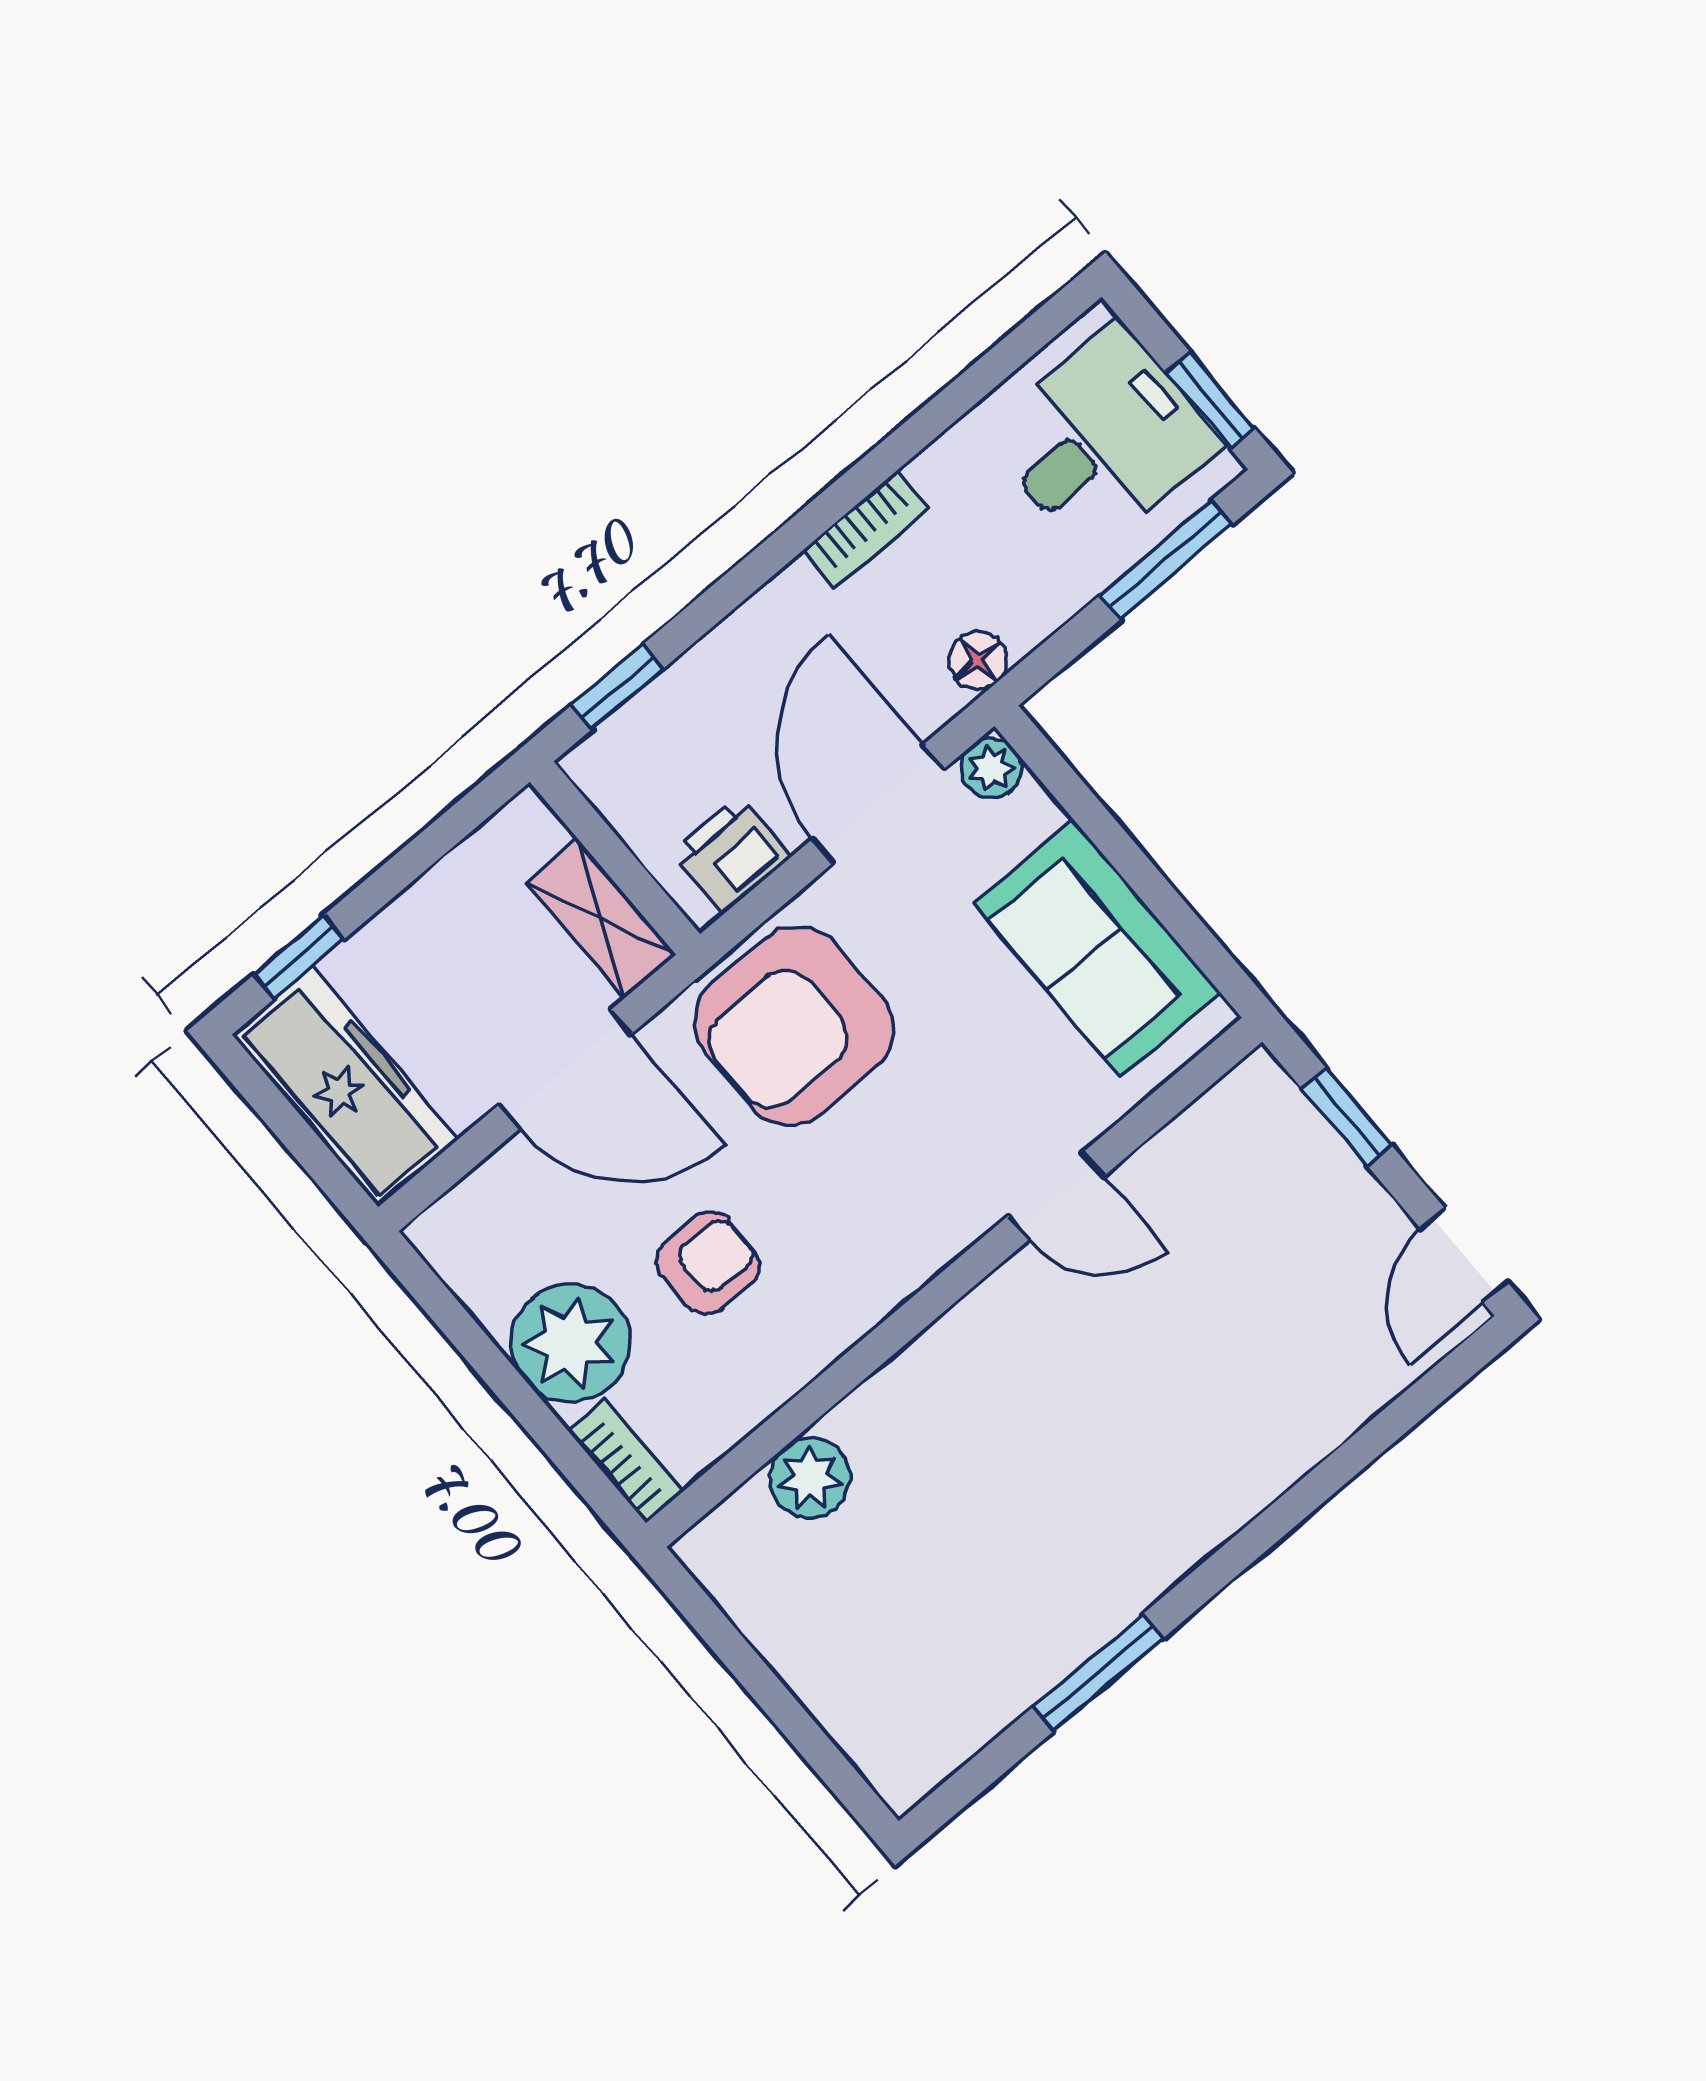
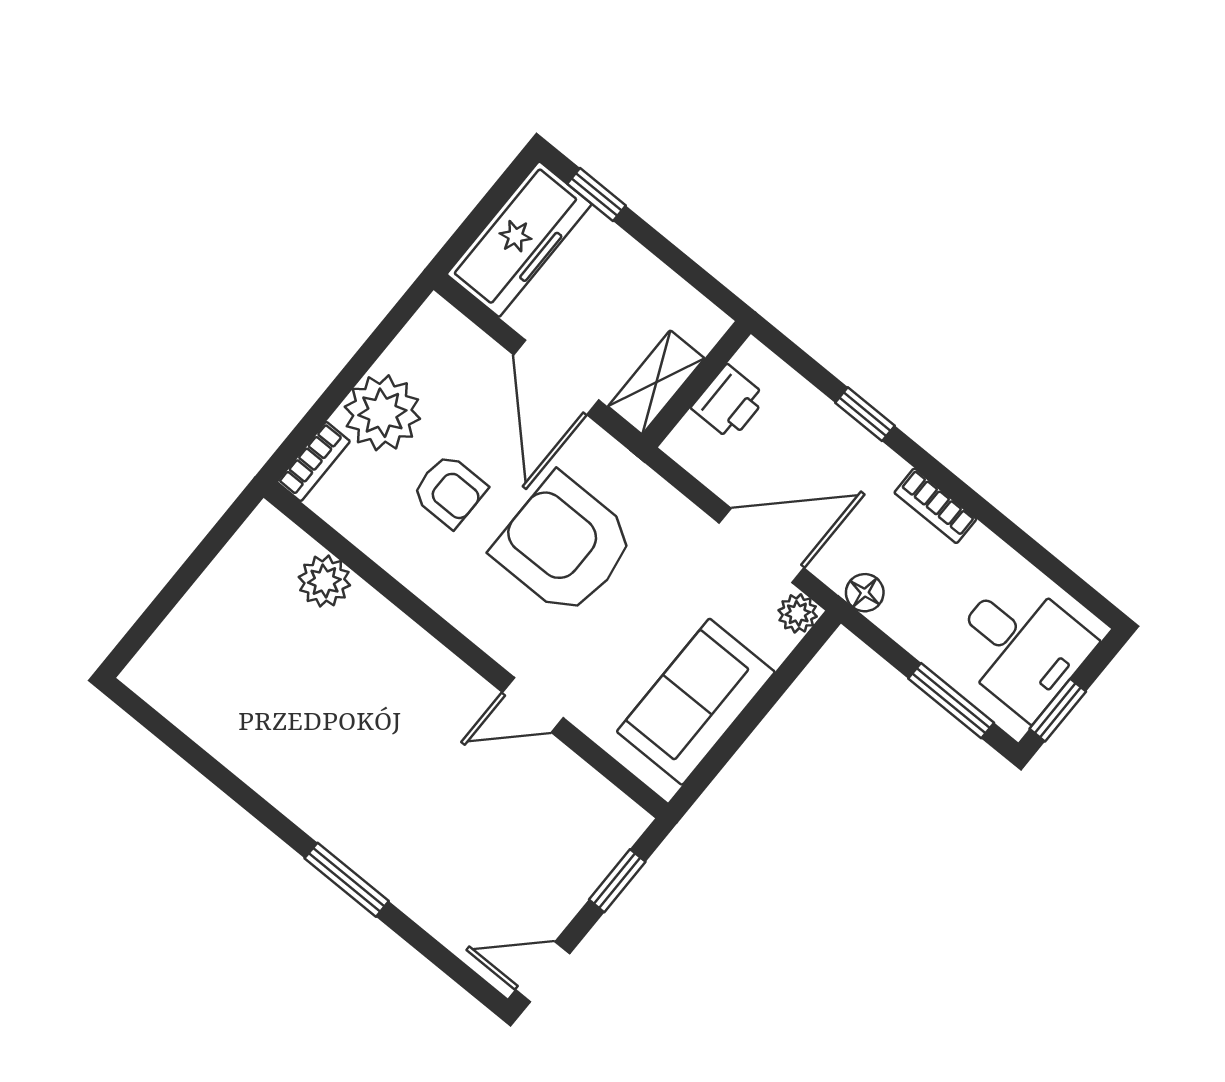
window: (618, 687) -> (865, 414), moved
printer: (731, 855) -> (729, 402), moved, turned 90
armchair: (794, 1026) -> (564, 545), moved
door: (1056, 1196) -> (533, 705), hinge flipped
window: (1098, 1673) -> (347, 880), moved

